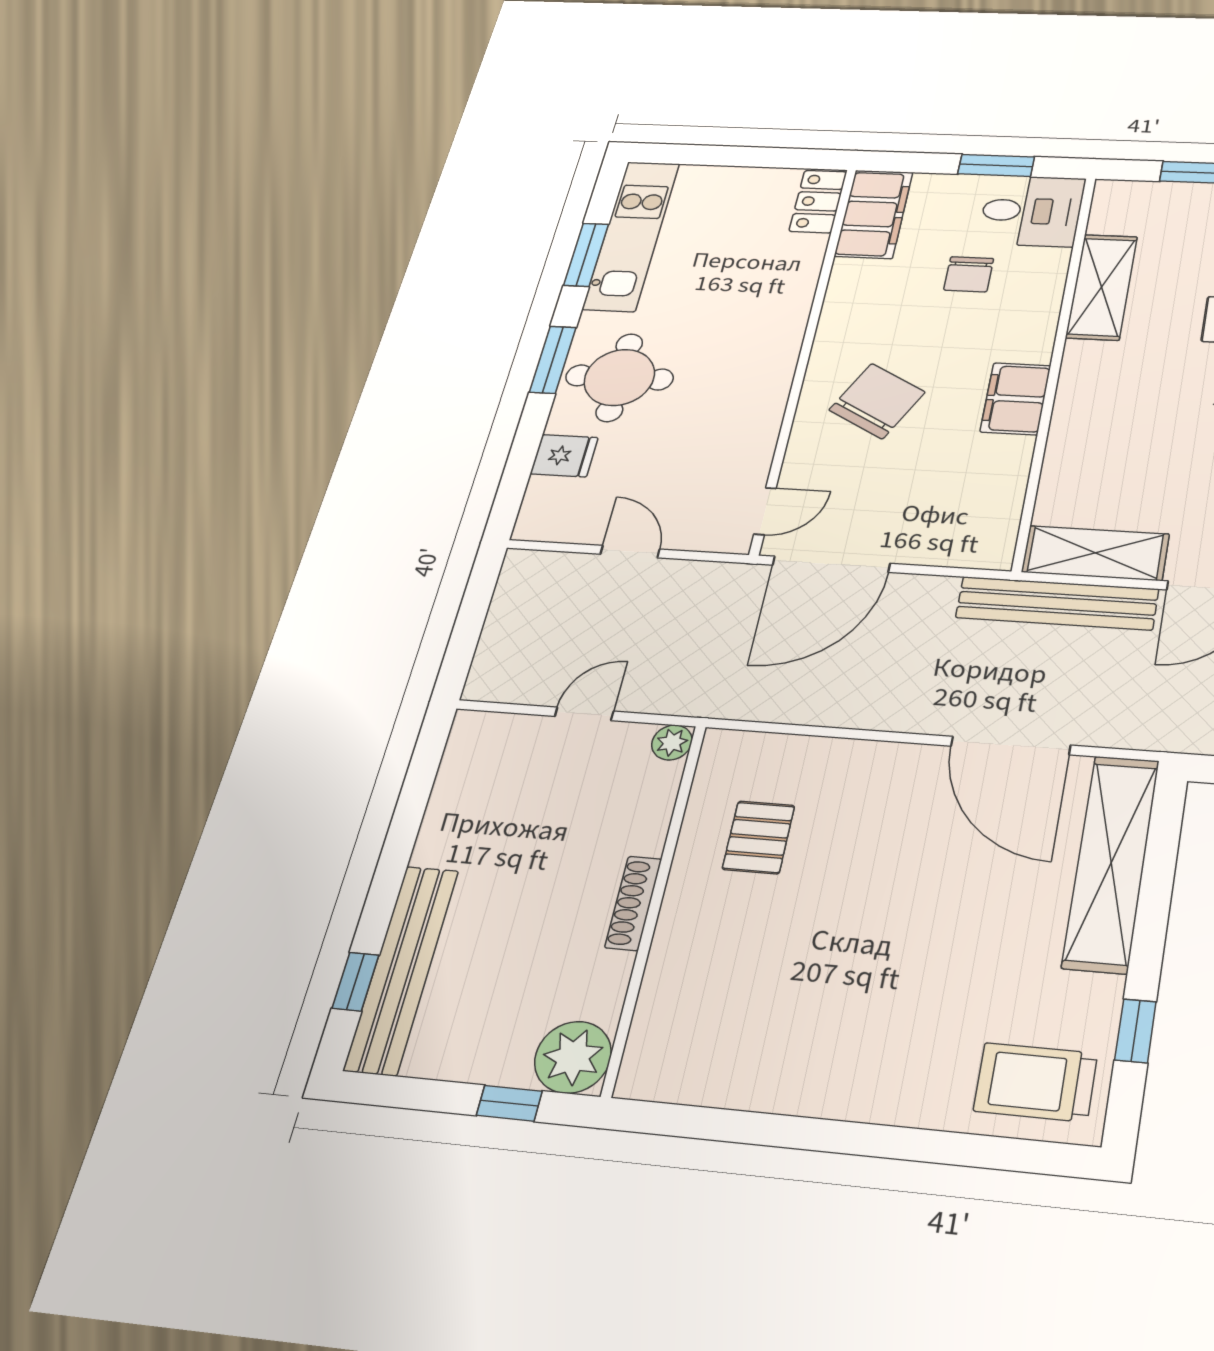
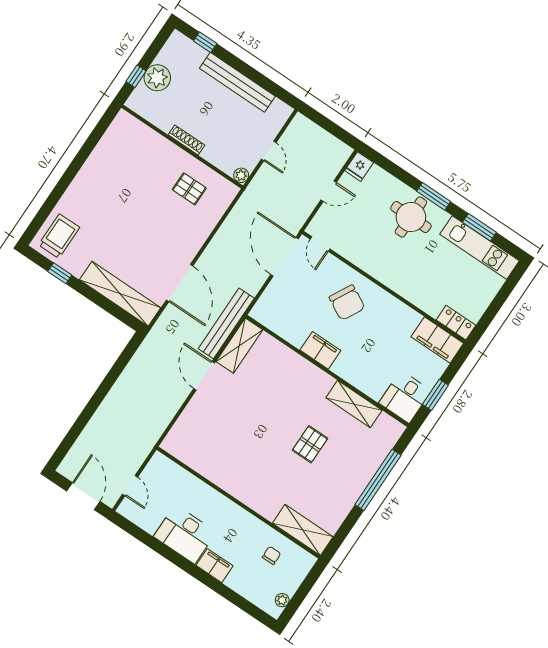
chair: (969, 274) -> (387, 361), removed
fridge: (564, 456) -> (359, 167), moved
door: (1011, 746) -> (180, 283), swing flipped
bench: (402, 969) -> (237, 82), moved
plant: (573, 1057) -> (157, 78), moved

